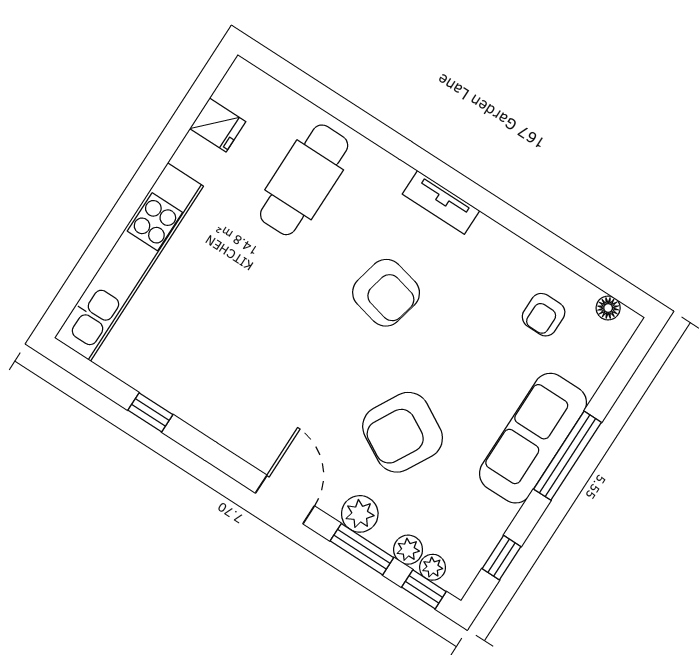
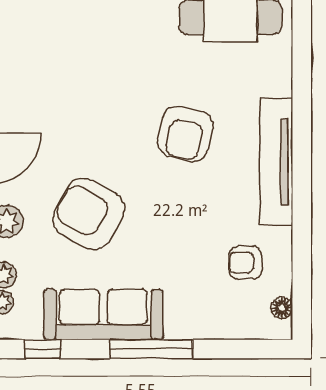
tv unit: (441, 202) -> (276, 162), width x1.92, depth x1.29
sofa: (533, 438) -> (103, 315), moved

